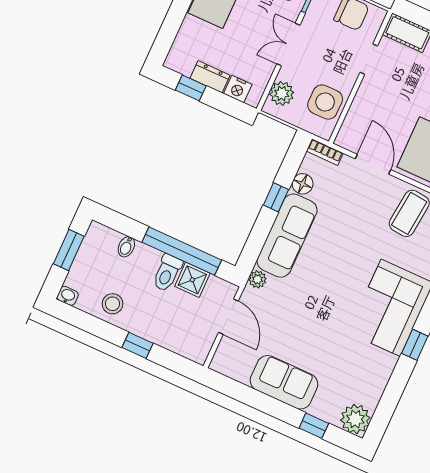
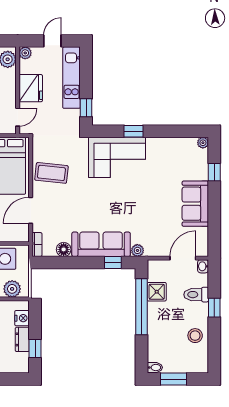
window: (276, 197) -> (113, 262), moved
bidet: (126, 247) -> (155, 367), moved
toilet: (167, 273) -> (196, 295), moved, turned 180
washbasin: (68, 296) -> (203, 266), moved
door: (228, 317) -> (183, 258), moved
plant: (355, 419) -> (203, 143), width x0.53, depth x0.53

